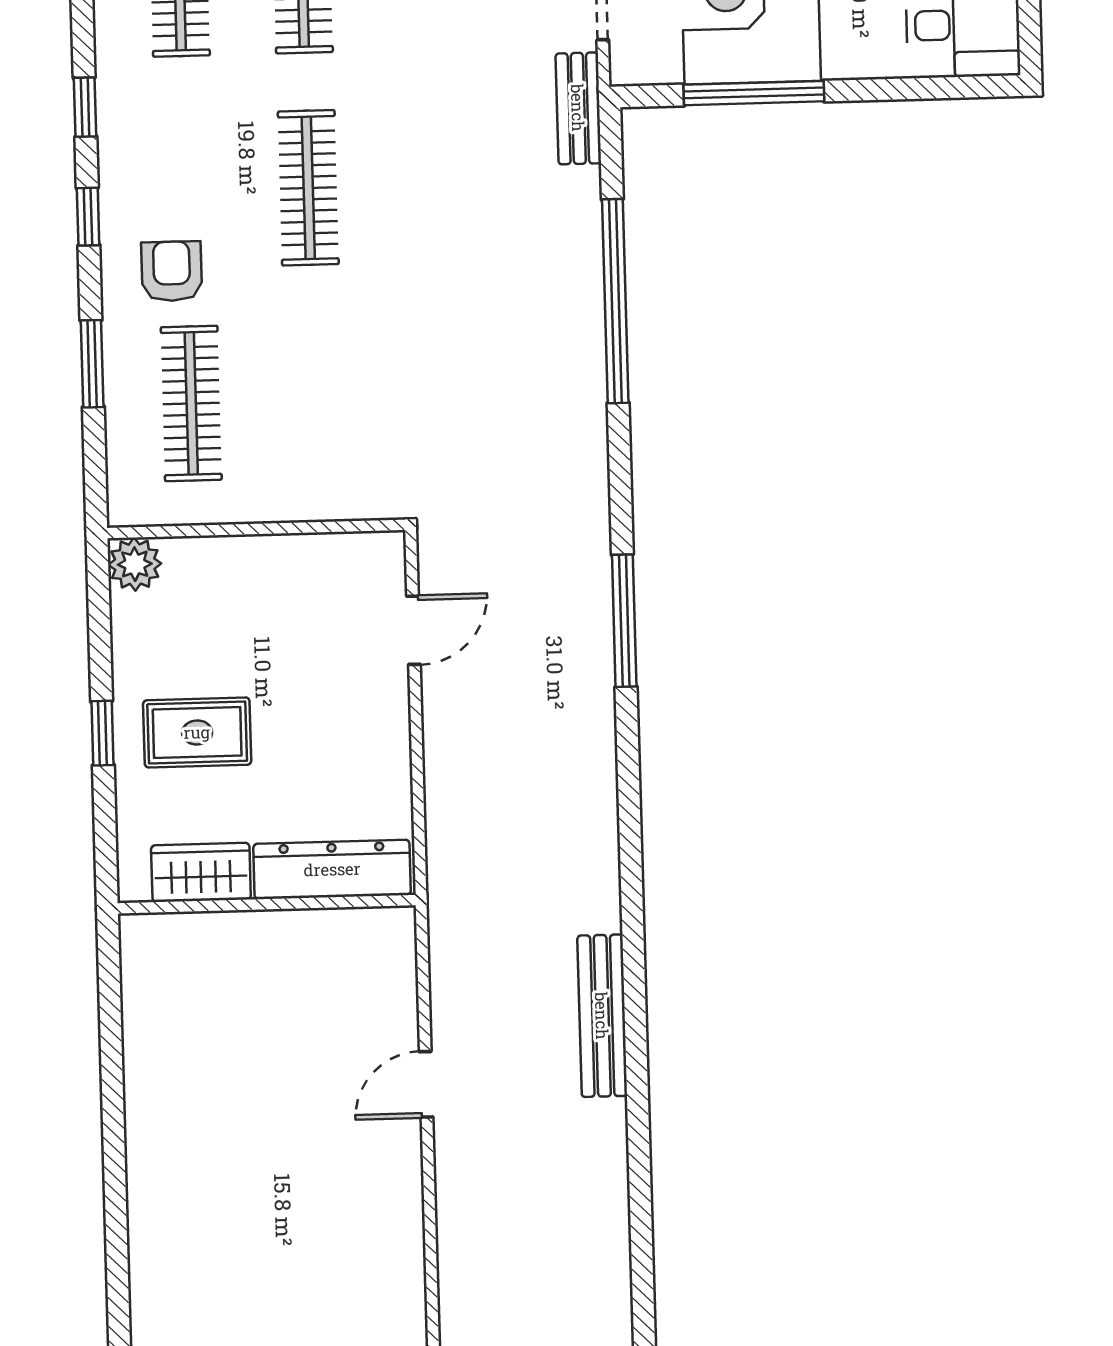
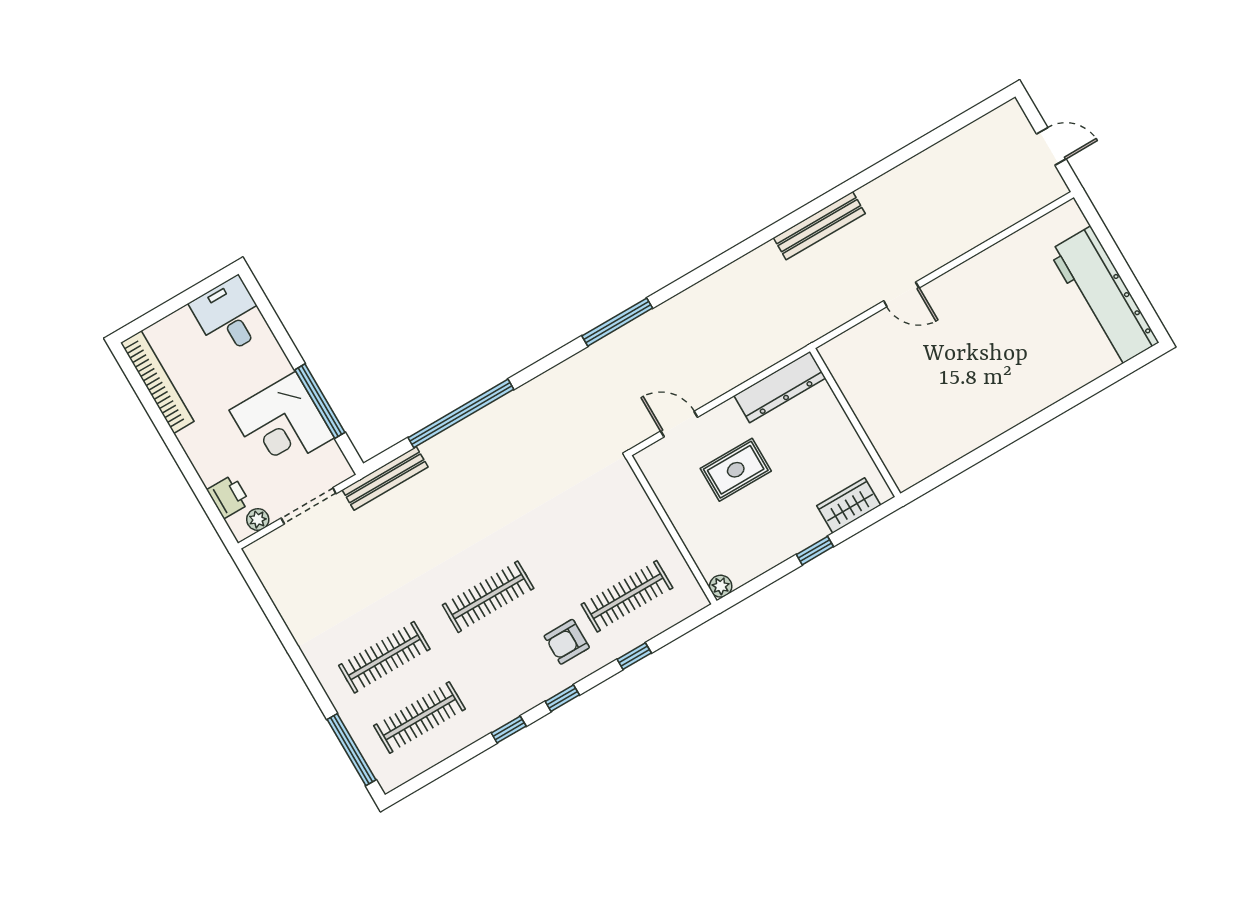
bench: (578, 108) -> (385, 478), width x1.36
window: (92, 364) -> (634, 656), width x0.67
plant: (135, 564) -> (721, 586), width x0.73, depth x0.73
rug: (197, 732) -> (736, 470), moved, turned 90
dresser: (332, 869) -> (780, 387), moved, turned -90
wardrobe: (201, 872) -> (849, 505), moved, turned 90

